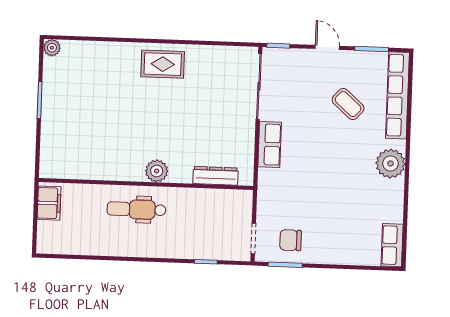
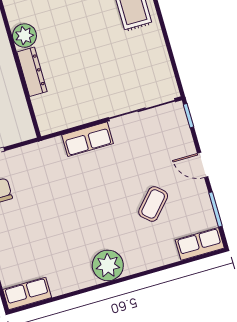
door: (327, 47) -> (203, 165), swing flipped
row of seats: (397, 95) -> (200, 244), width x0.50
dresser: (215, 176) -> (32, 72), moved

